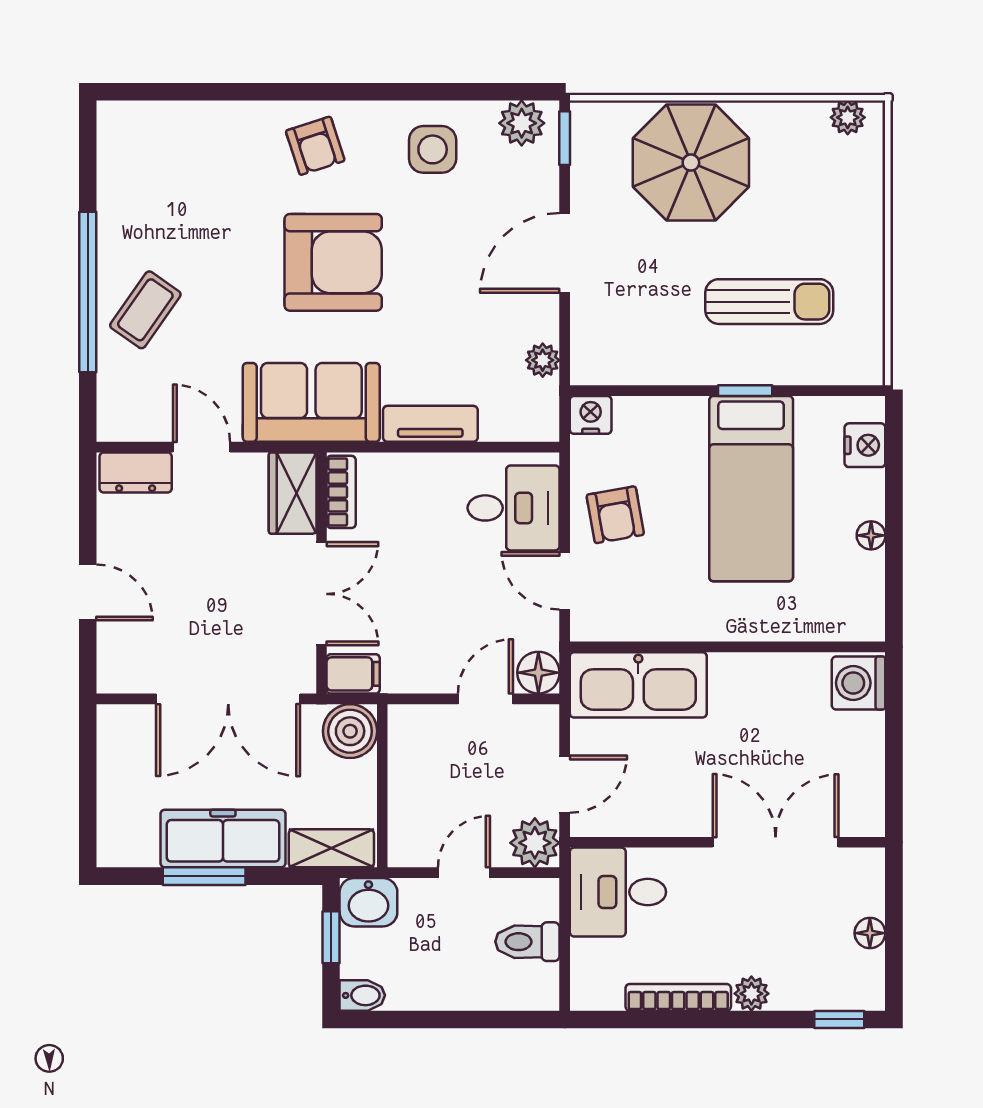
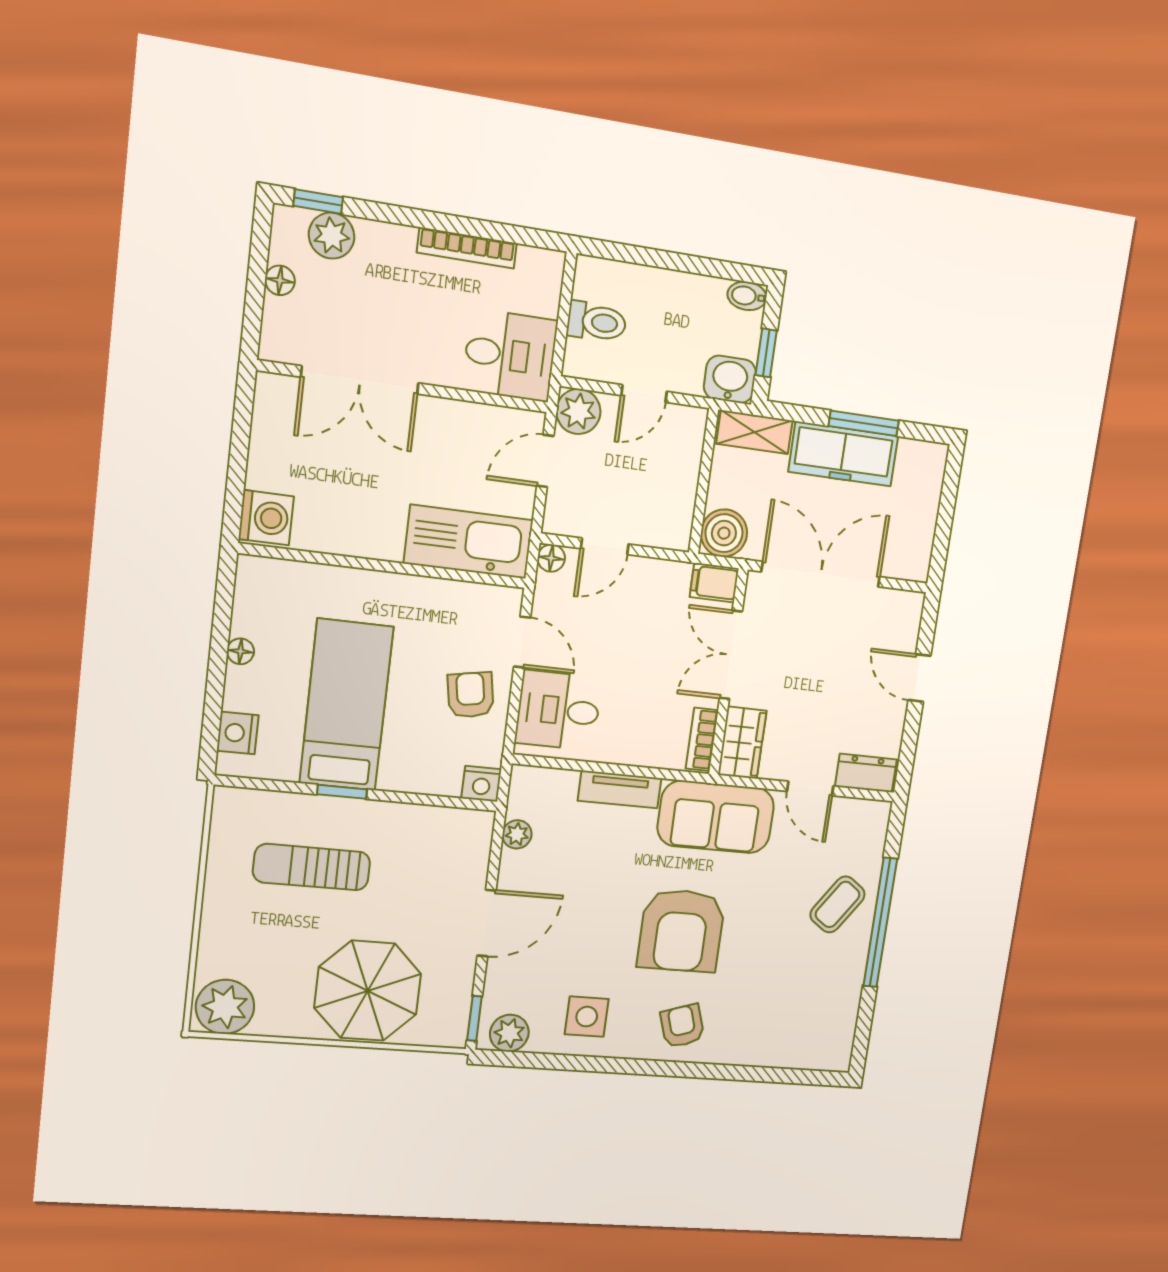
plant: (848, 117) -> (225, 1007), width x1.88, depth x1.88
armchair: (333, 262) -> (681, 931), turned -90
floor lamp: (538, 673) -> (551, 558), width x0.73, depth x0.73
plant: (751, 994) -> (332, 236), moved, width x1.38, depth x1.38

